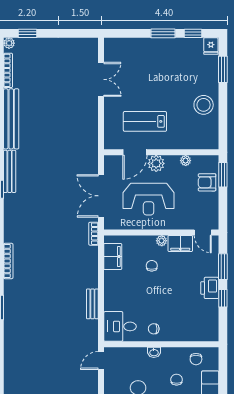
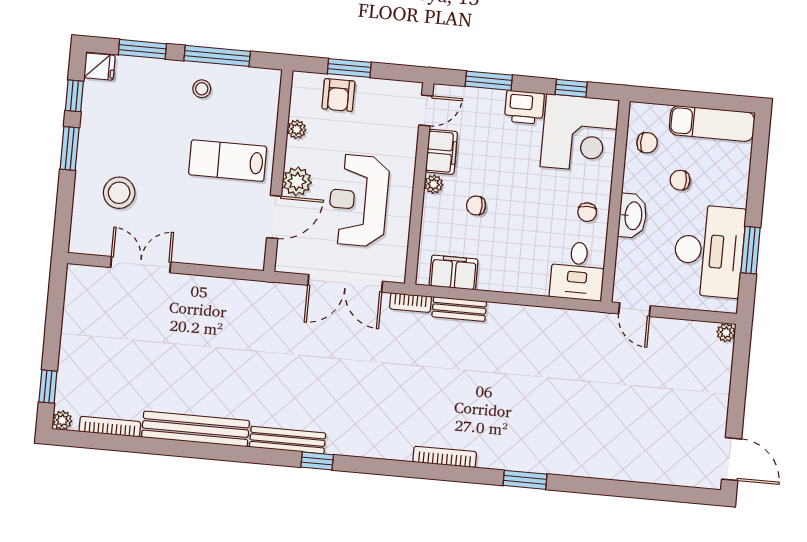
stool: (141, 64) -> (119, 193), added
stool: (204, 105) -> (202, 89), width x0.53, depth x0.53
window: (223, 112) -> (217, 56), added
lab bench: (145, 121) -> (228, 161), moved, turned 90
door: (135, 152) -> (274, 217), hinge flipped
window: (223, 175) -> (349, 68), moved
reception desk: (149, 199) -> (358, 200), turned 180
window: (223, 298) -> (571, 88), moved
bench: (92, 304) -> (459, 309), moved
corner desk: (198, 321) -> (580, 133), added
washbasin: (154, 352) -> (633, 216), width x1.91, depth x1.45

